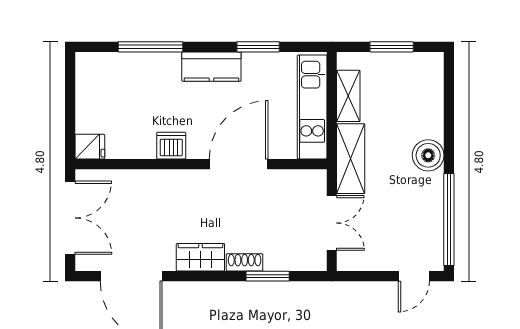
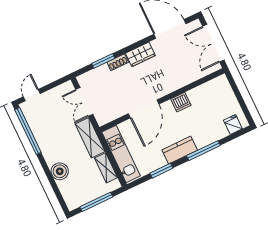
window: (151, 47) -> (203, 151), moved
window: (392, 47) -> (96, 202), width x1.44
fridge: (90, 147) -> (233, 125), moved, turned 90
boiler: (428, 155) -> (60, 171), moved

